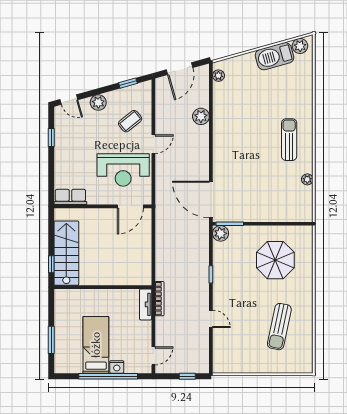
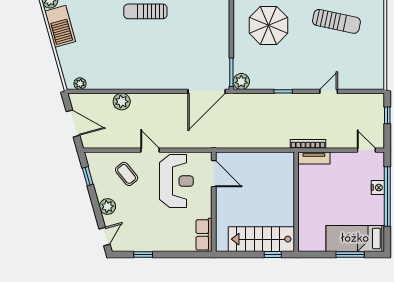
bed: (96, 345) -> (355, 238), moved

